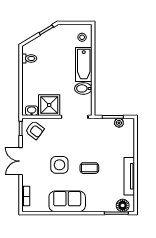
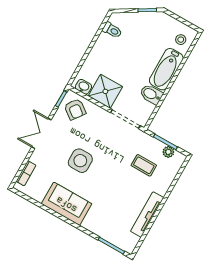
coffee table: (89, 168) -> (144, 165), moved
floor lamp: (123, 205) -> (123, 241), removed

